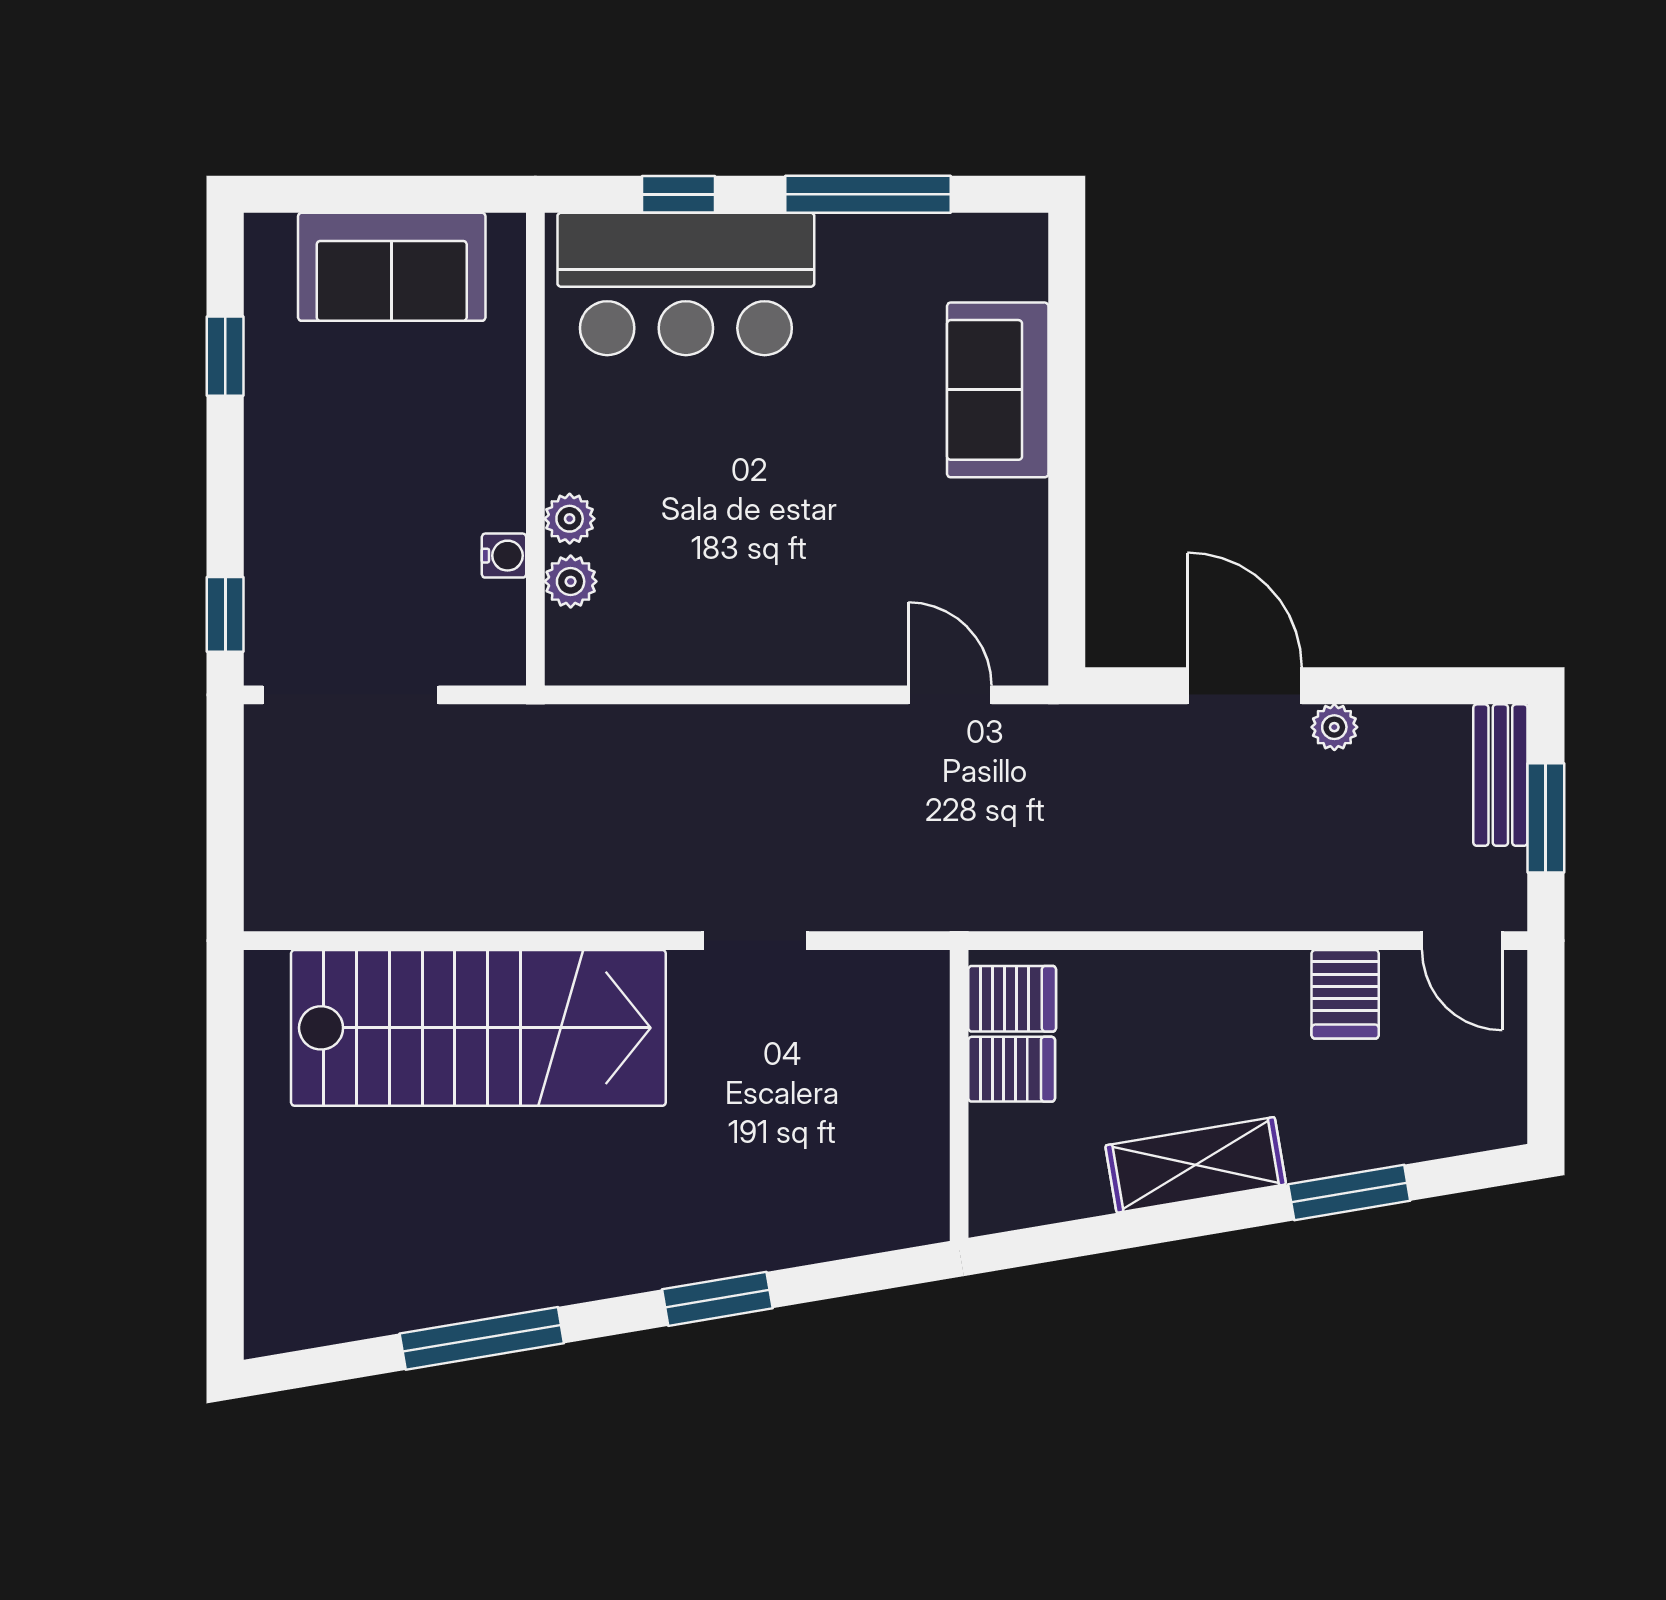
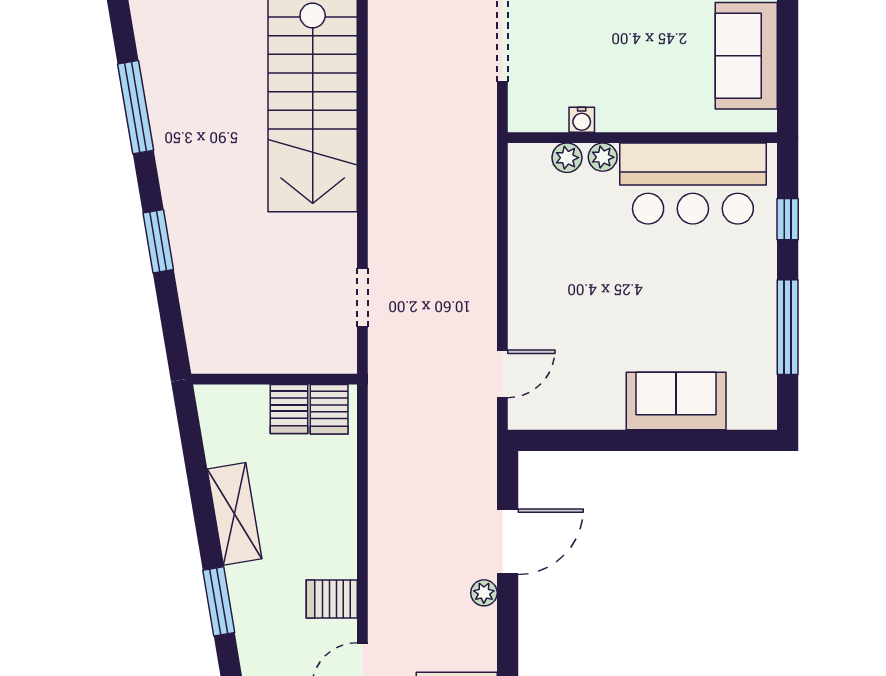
bar counter: (686, 284) -> (693, 183), moved, turned -90
doorway: (755, 941) -> (362, 298), moved

